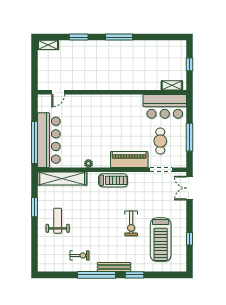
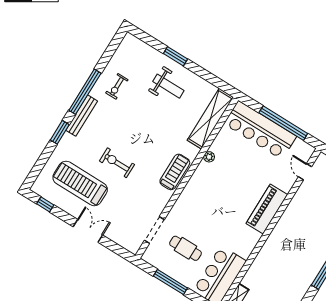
window: (34, 142) -> (283, 123), moved
piano: (129, 160) -> (267, 209), moved, turned 180
treadmill: (113, 180) -> (175, 172), turned 180
double door: (189, 188) -> (88, 231), moved
window: (34, 207) -> (175, 56), moved
window: (189, 239) -> (45, 204), moved

